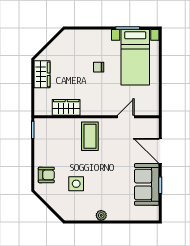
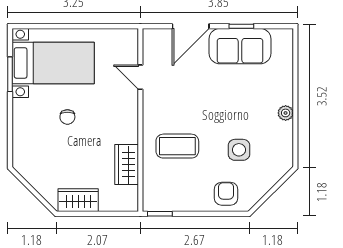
coffee table: (90, 136) -> (177, 146), moved

